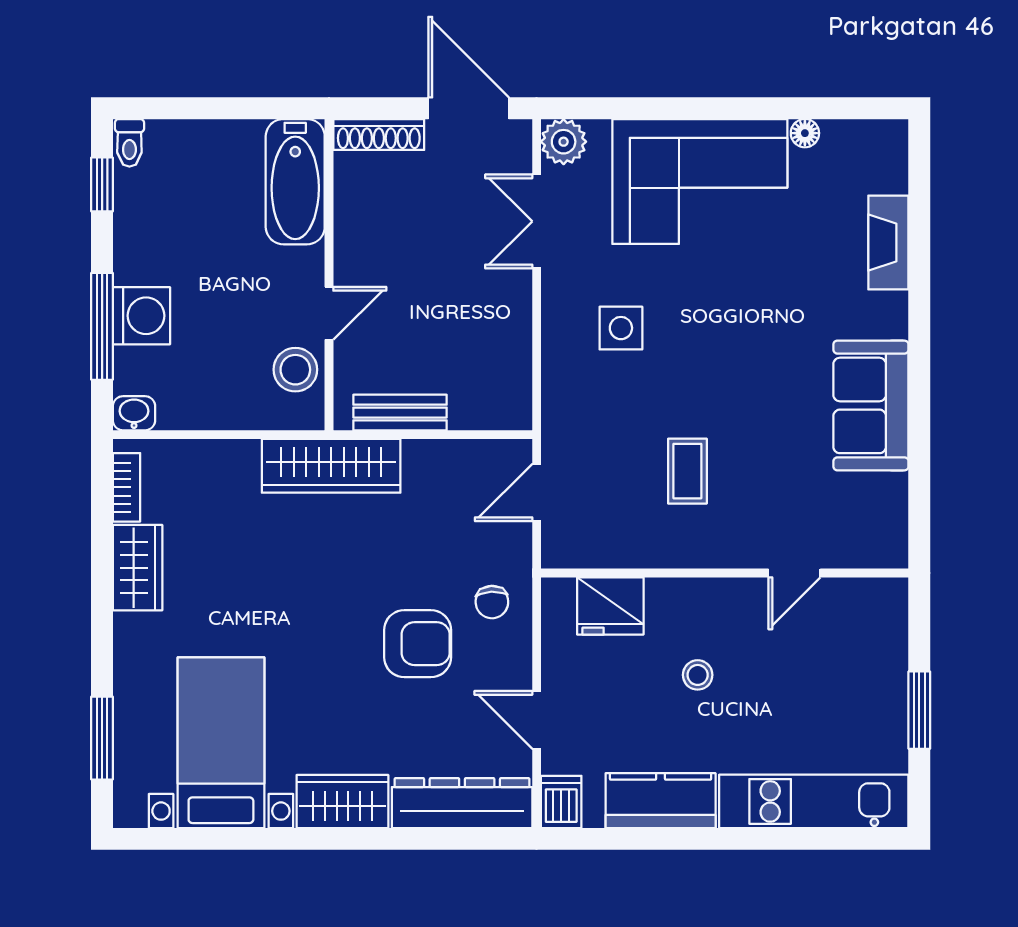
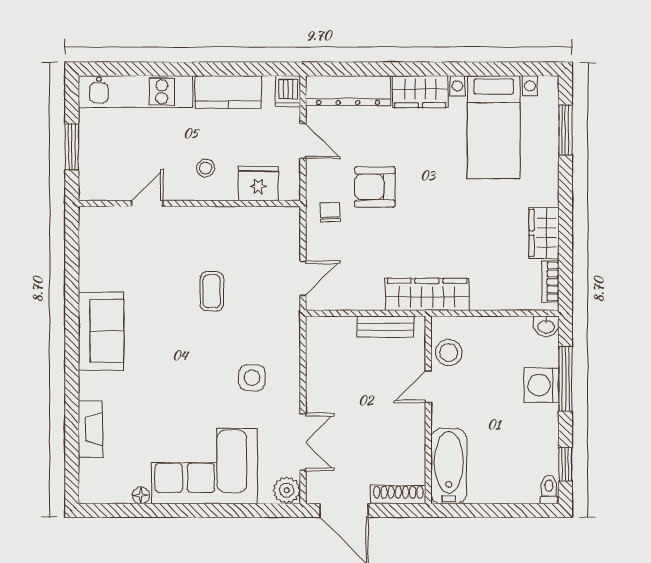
wall: (725, 573) -> (189, 204), moved
door: (794, 573) -> (147, 204), moved
fridge: (610, 606) -> (258, 184), moved

